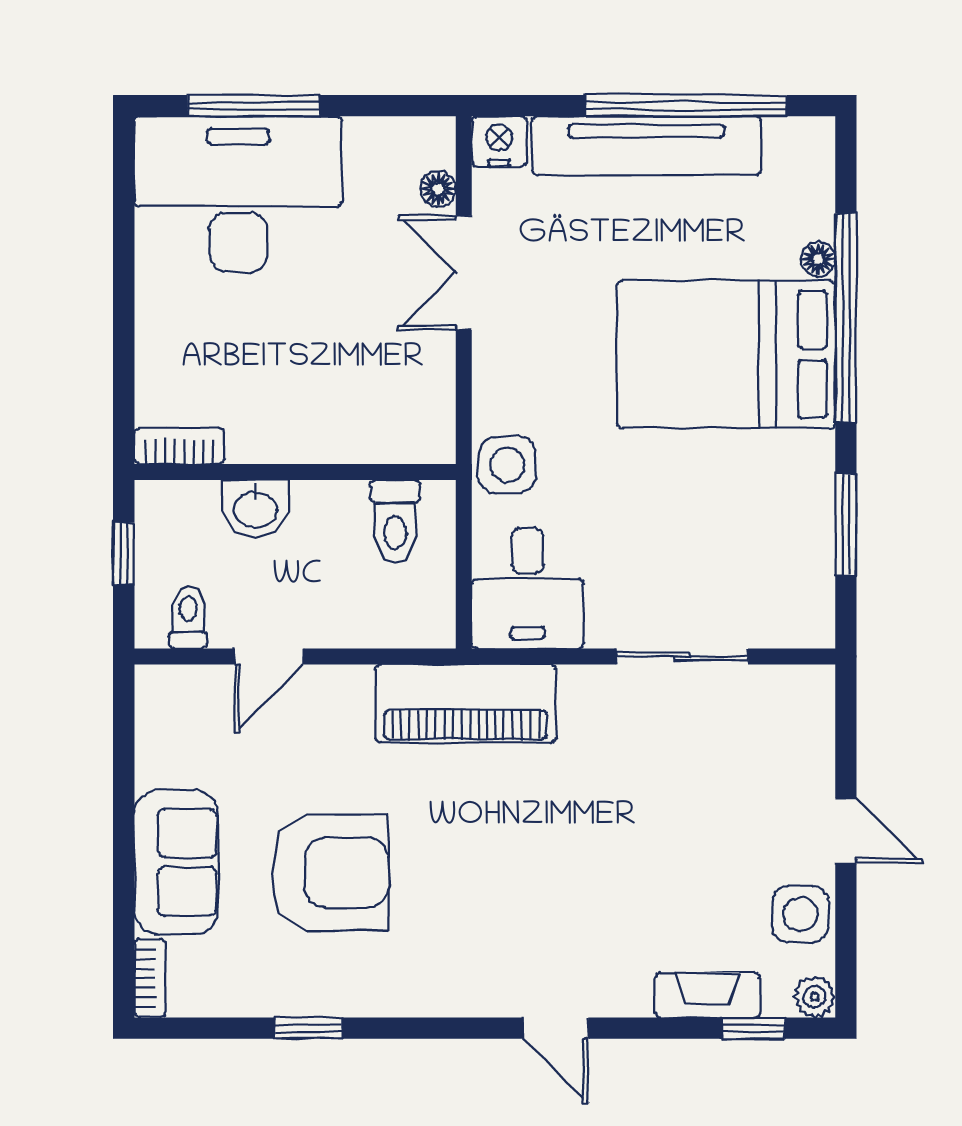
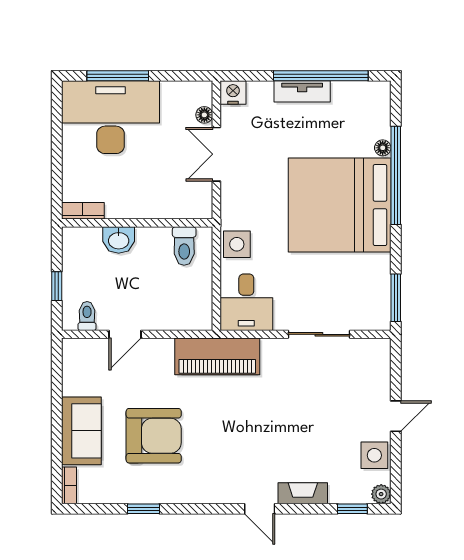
tv unit: (647, 145) -> (302, 91), width x0.52, depth x0.78
bed: (726, 354) -> (340, 205), width x1.36
bookcase: (179, 446) -> (83, 211), moved
wall: (295, 472) -> (137, 223), moved
washbasin: (256, 508) -> (119, 240), moved
toilet: (395, 521) -> (184, 246), moved
window: (846, 524) -> (396, 298), moved
door: (846, 831) -> (396, 416), hinge flipped
fireplace: (708, 995) -> (303, 493), moved

